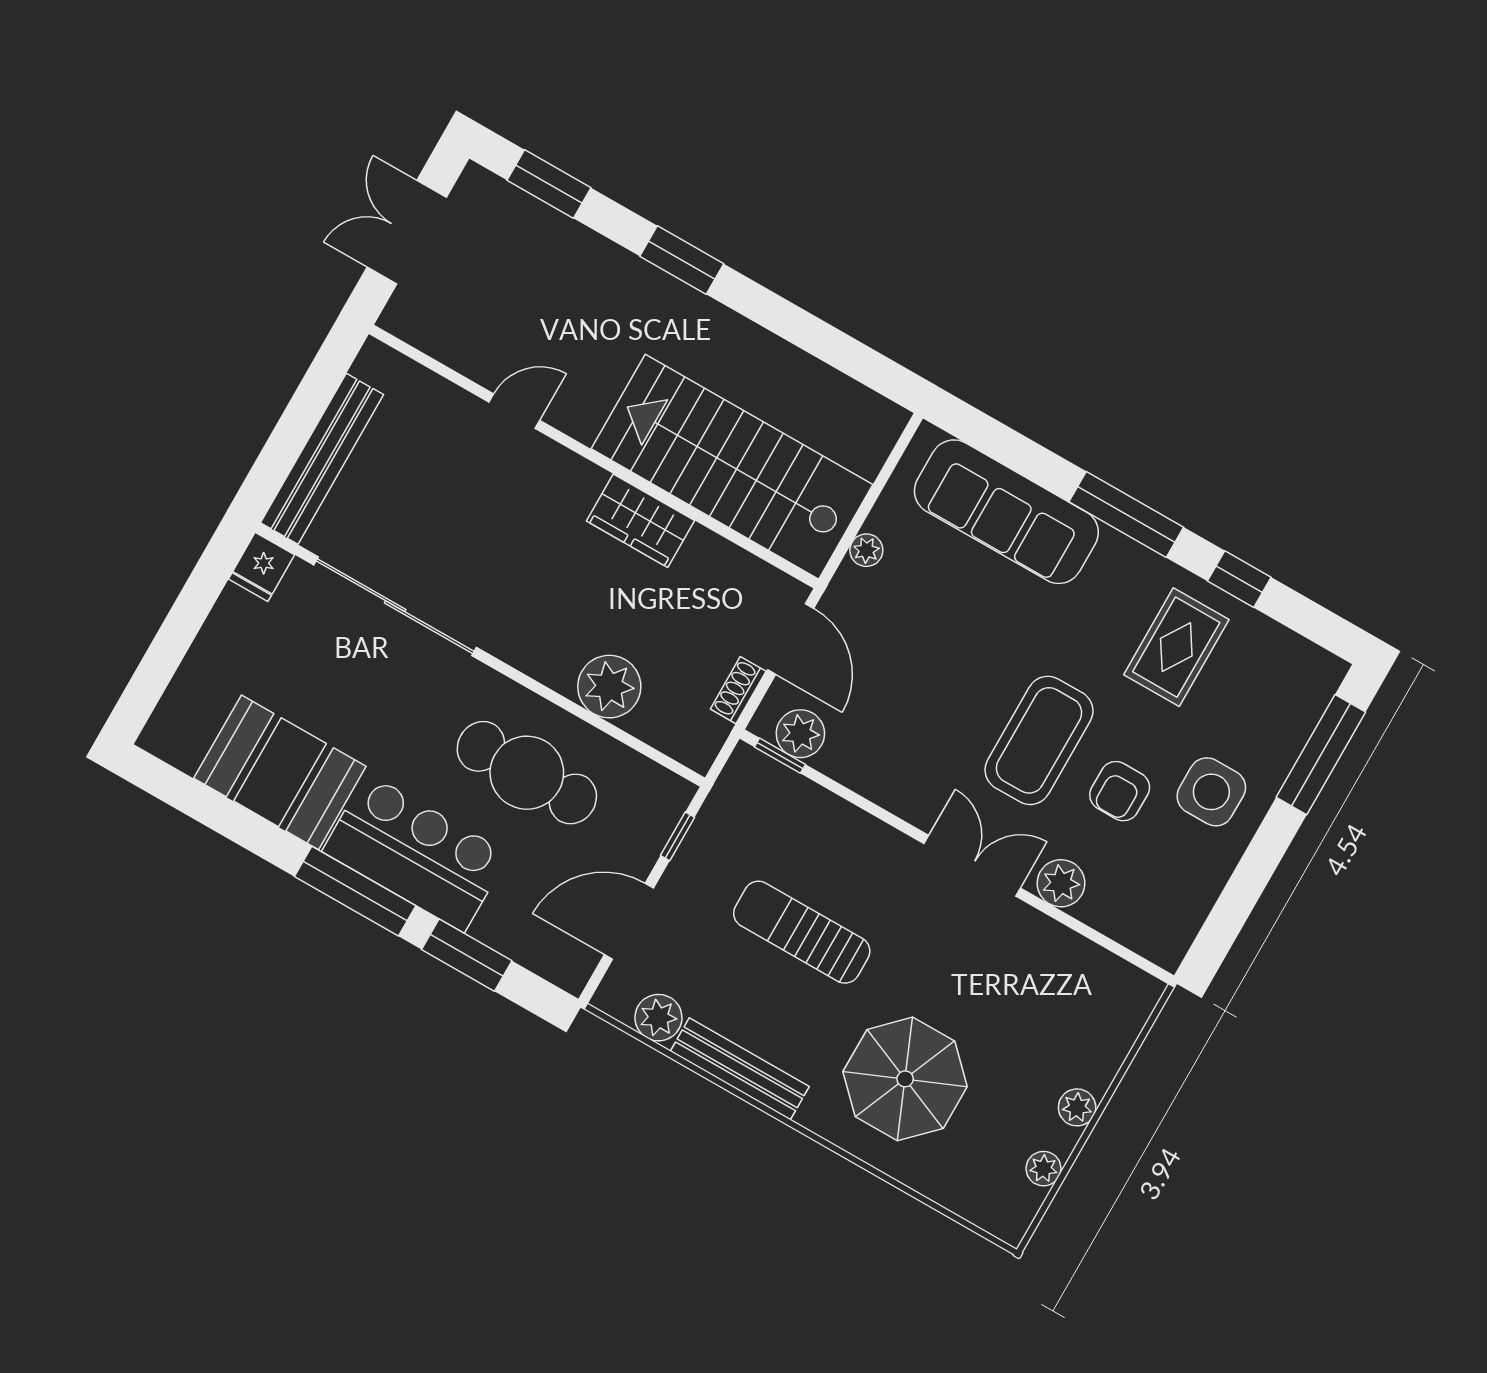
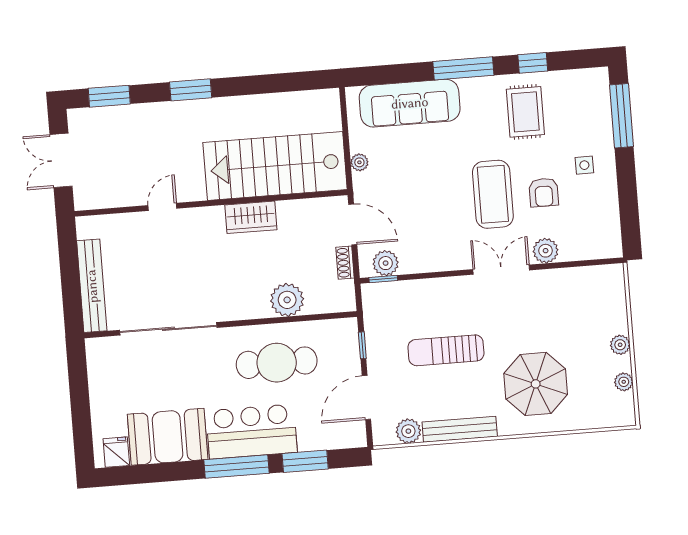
fridge: (261, 567) -> (116, 452), moved, turned 180
side table: (1211, 792) -> (584, 165), width x0.54, depth x0.54

